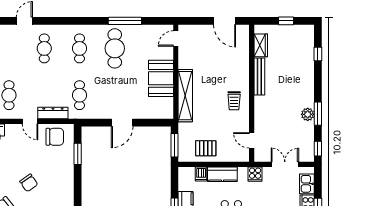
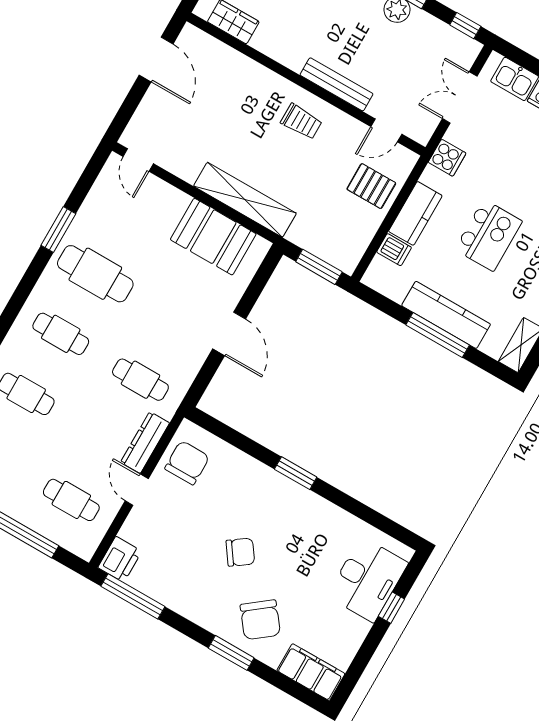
window: (125, 21) -> (58, 229), width x0.69
door: (225, 21) -> (156, 60), hinge flipped
bench: (259, 76) -> (336, 84), moved
booth: (161, 78) -> (213, 237), moved
door: (30, 121) -> (137, 490), swing flipped
pallet: (206, 148) -> (371, 186), moved, turned 90
window: (78, 154) -> (296, 473), moved

